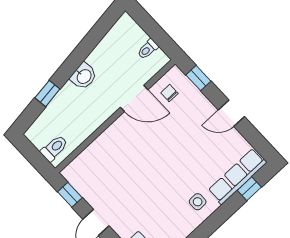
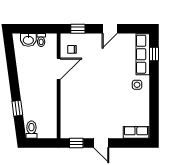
washbasin: (84, 76) -> (28, 40), moved, turned 97
toilet: (54, 148) -> (31, 130), moved

